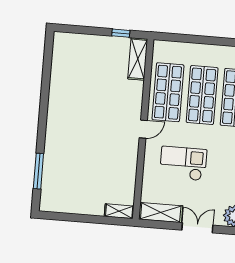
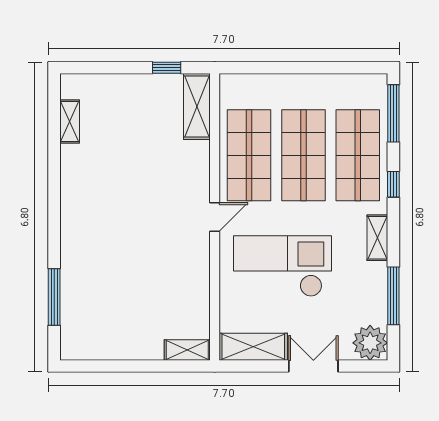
shelving: (57, 62) -> (70, 122), added
checkout: (183, 163) -> (283, 266), width x1.36, depth x1.21

